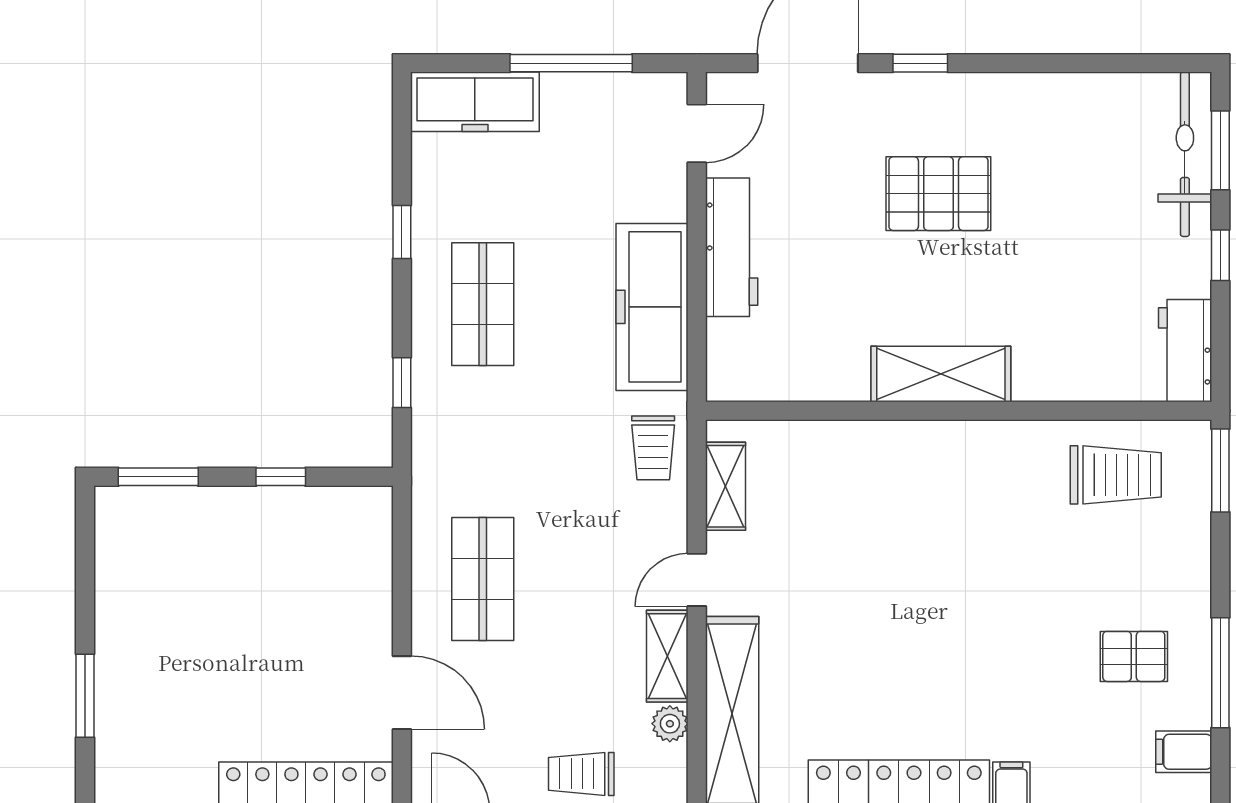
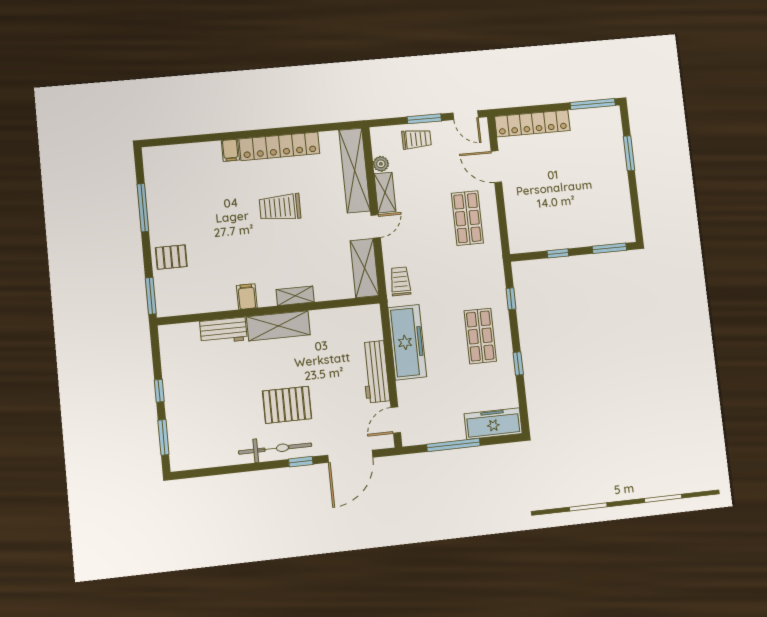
bicycle: (1185, 154) -> (275, 449), moved, turned -90
workbench: (1185, 351) -> (223, 331), moved, turned 90
shelving: (896, 438) -> (295, 296), added
trolley: (1116, 475) -> (280, 207), moved
shelving: (725, 486) -> (365, 268), width x1.50, depth x1.33
pallet: (1134, 656) -> (171, 257), moved
filing cabinet: (1184, 752) -> (247, 297), moved, turned -90

